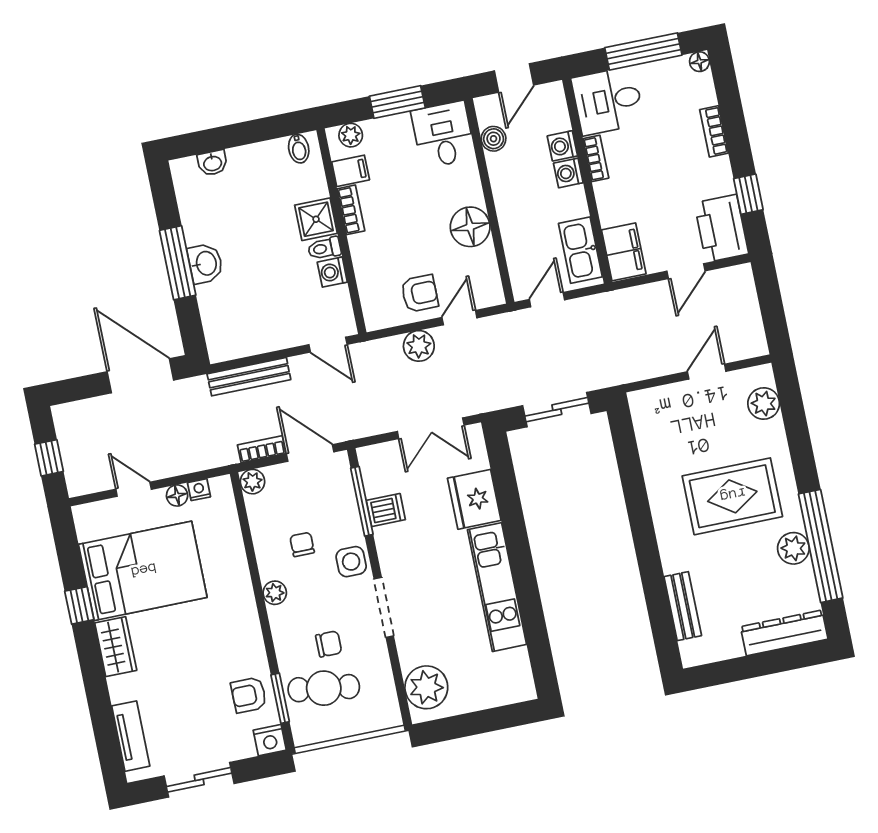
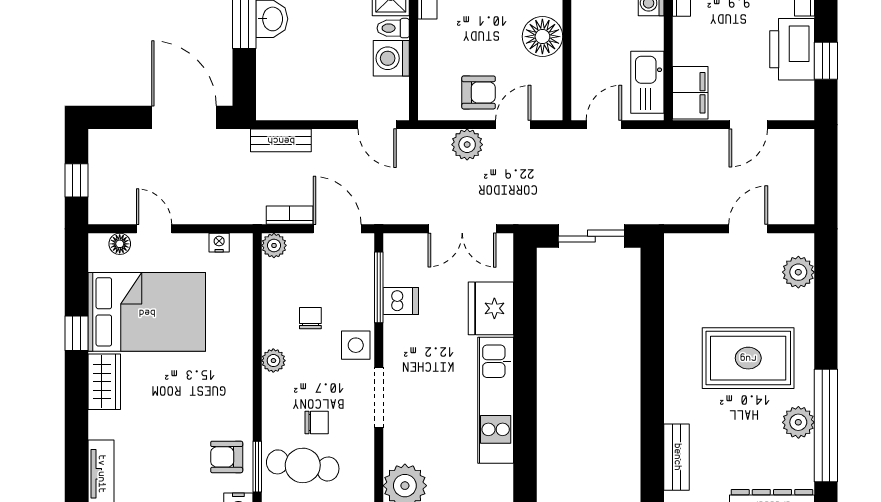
printer: (721, 228) -> (792, 49), moved
washing machine: (332, 272) -> (391, 58), width x1.38, depth x1.38
bench: (249, 377) -> (281, 140), width x0.73
floor lamp: (177, 495) -> (120, 244), moved

